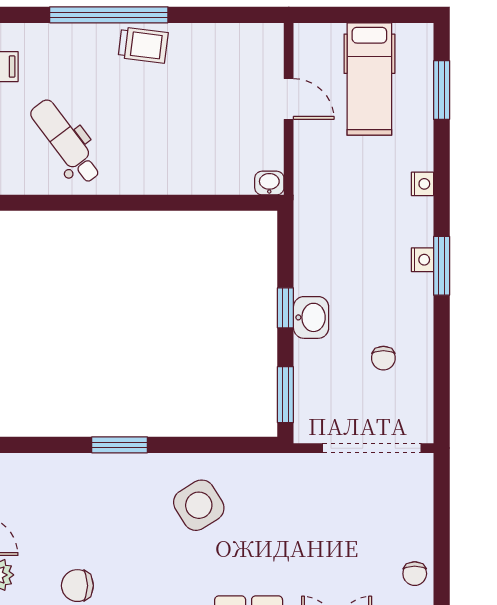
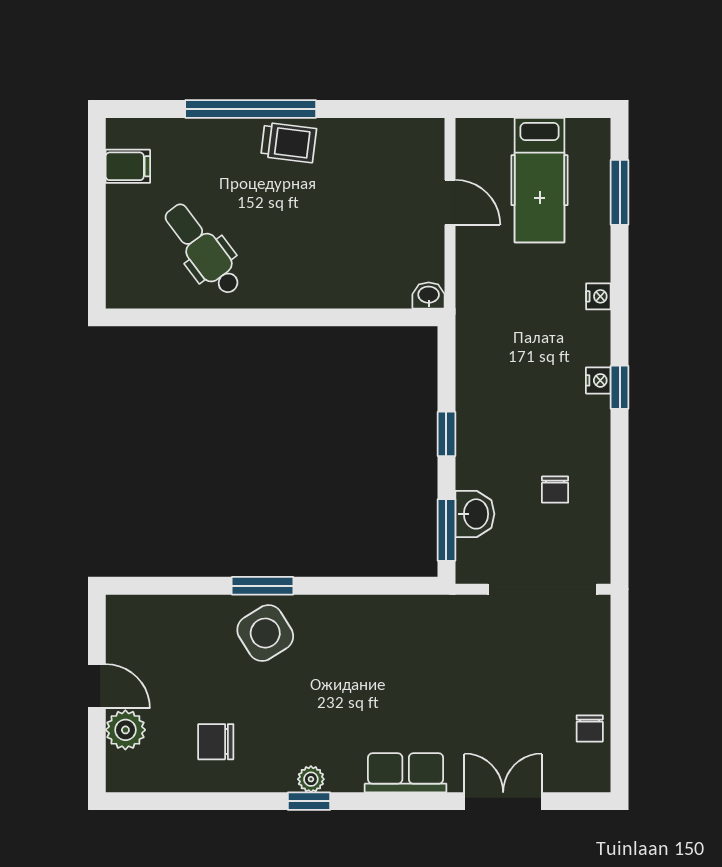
window: (442, 266) -> (620, 387), width x0.67
washbasin: (311, 317) -> (475, 514), moved
side table: (199, 505) -> (265, 633), moved

